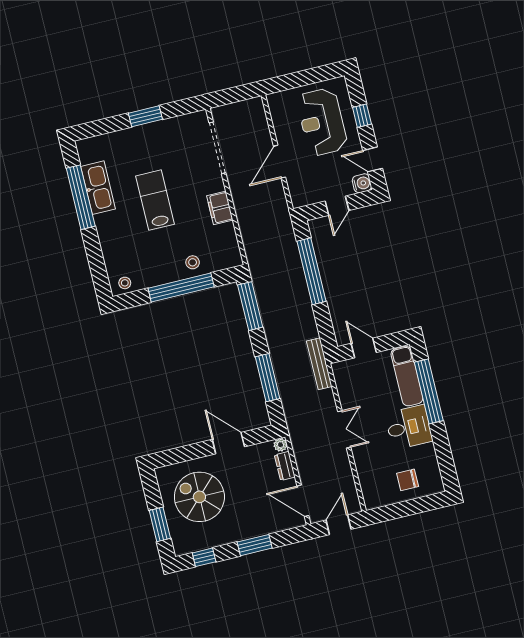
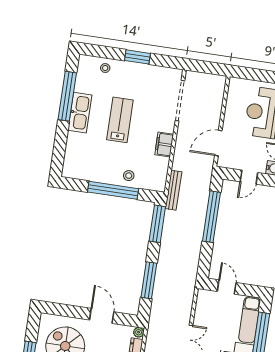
door: (280, 162) -> (218, 143), moved
kitchen sink: (98, 188) -> (80, 113), moved
stool: (125, 283) -> (105, 68), moved
bench: (319, 364) -> (173, 190), moved

